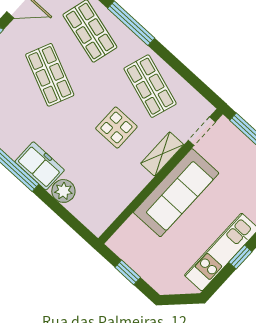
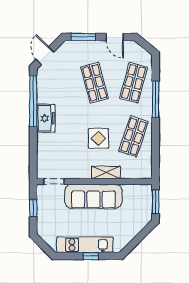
shop shelf: (50, 75) -> (94, 83), turned -39
doorway: (202, 131) -> (54, 181), moved
plant: (63, 191) -> (44, 141), removed

